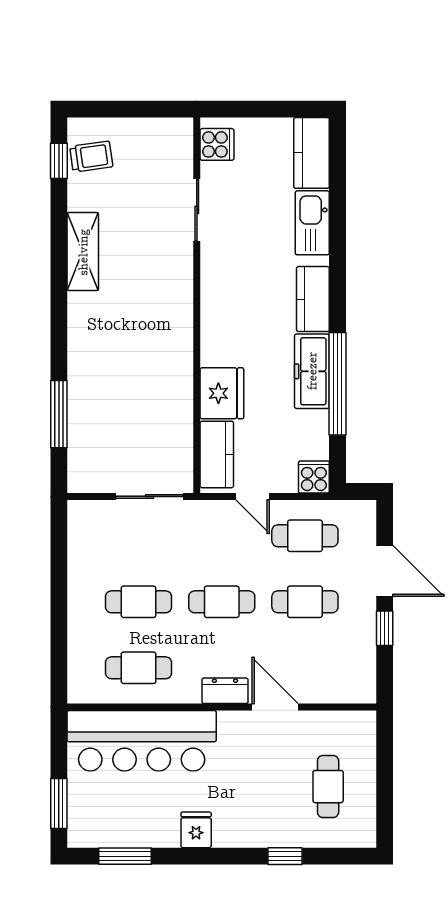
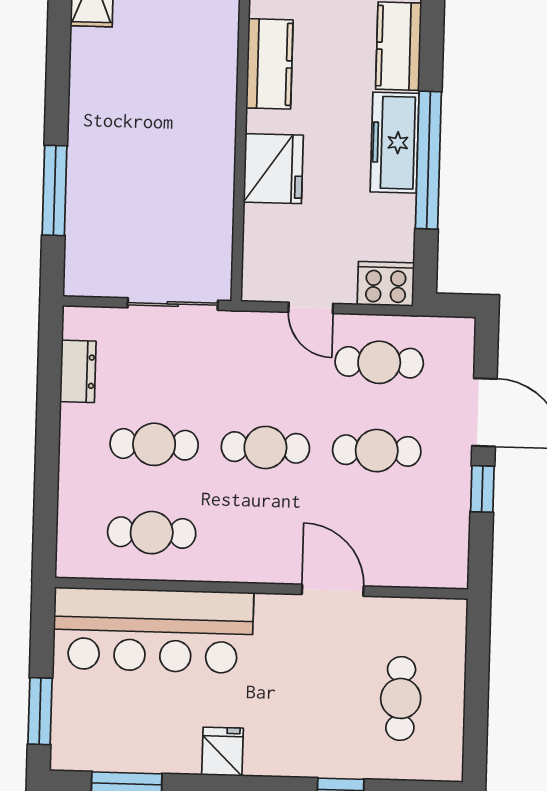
kitchen counter: (217, 454) -> (270, 64), moved
cooker: (314, 477) -> (386, 284), width x1.36
dresser: (225, 691) -> (78, 371), moved, turned 90

